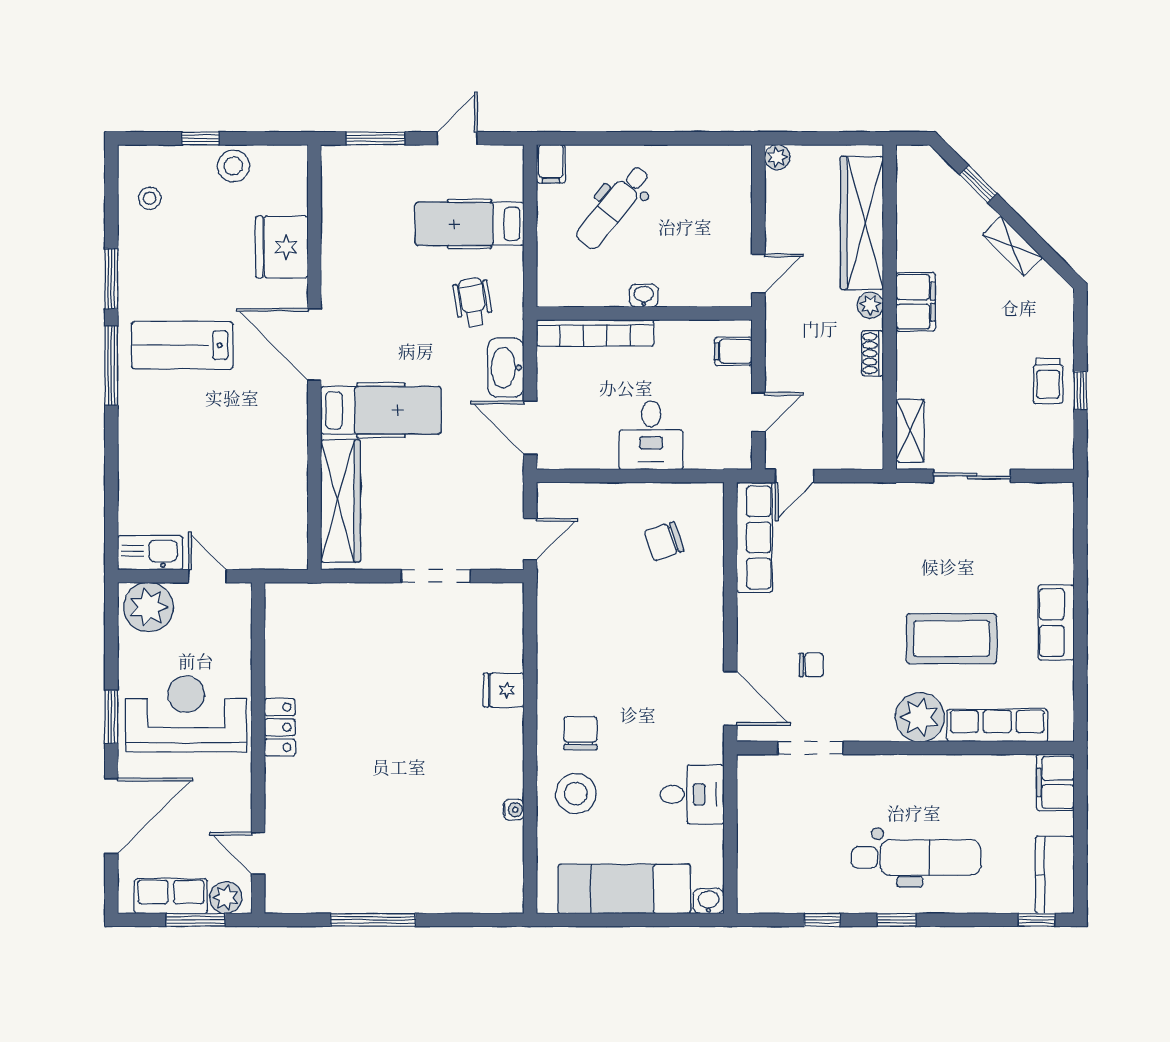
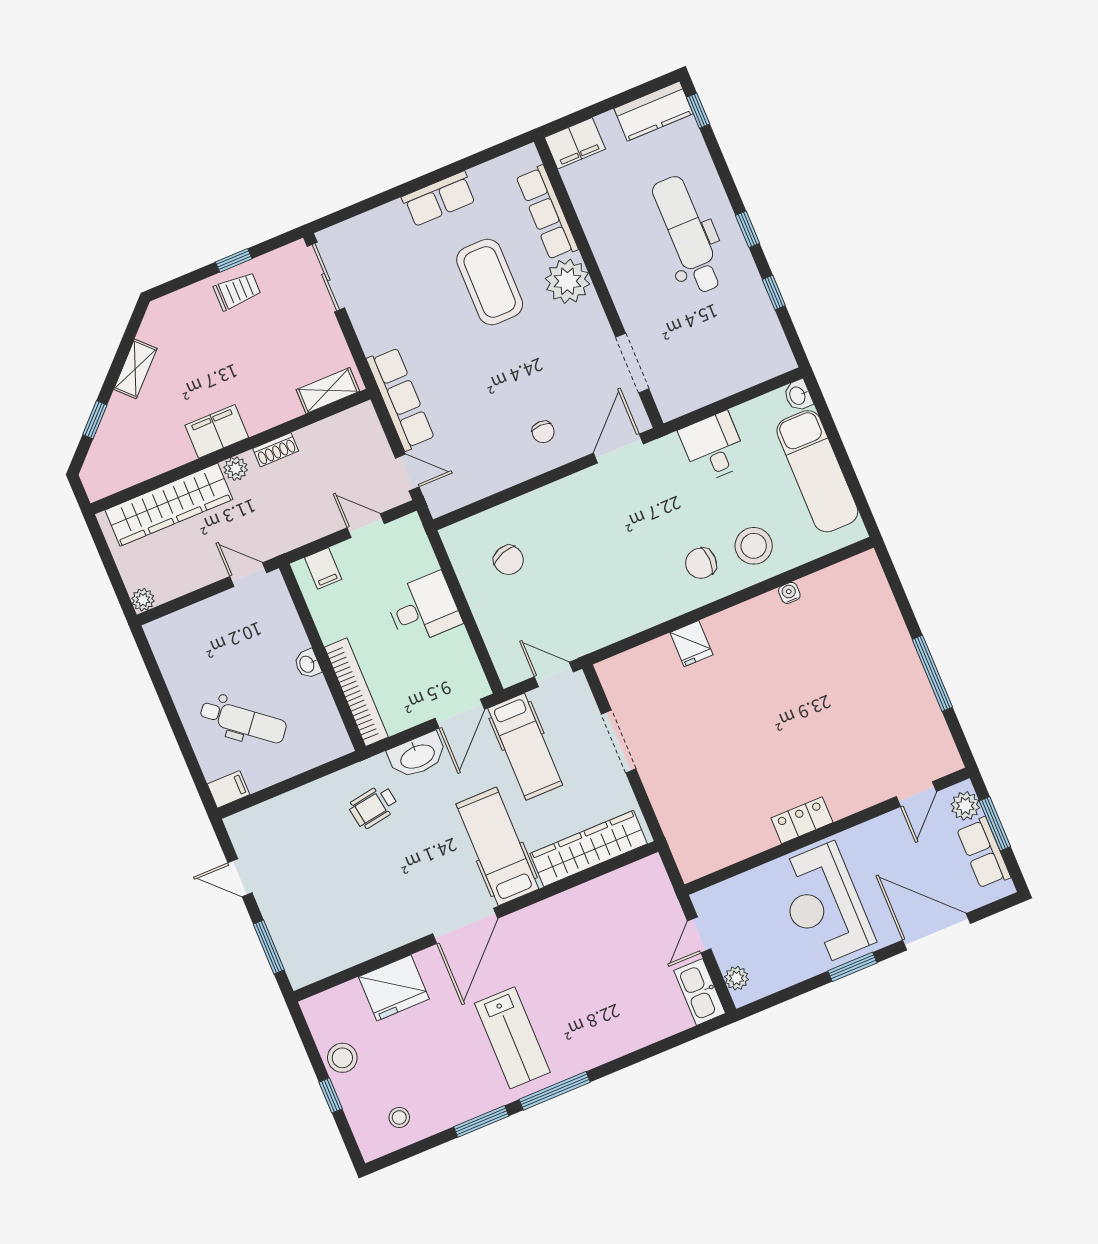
hospital bed: (470, 224) -> (525, 747), moved
sliding door: (972, 476) -> (326, 277), moved
row of seats: (754, 537) -> (401, 399), moved, turned 90
plant: (148, 607) -> (737, 978), width x0.53, depth x0.53
chair: (811, 665) -> (543, 432), moved, turned 180

